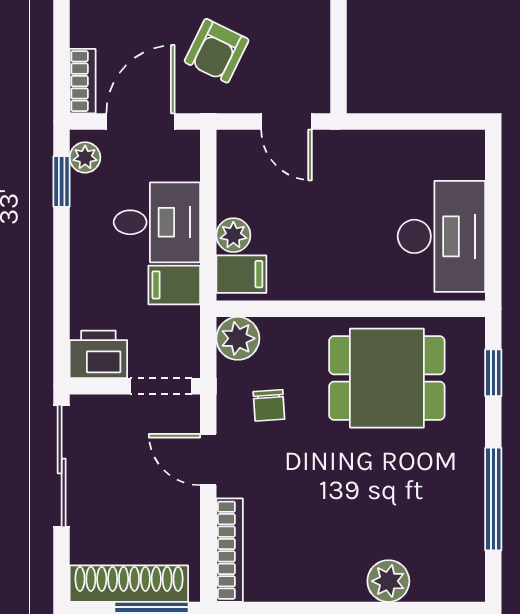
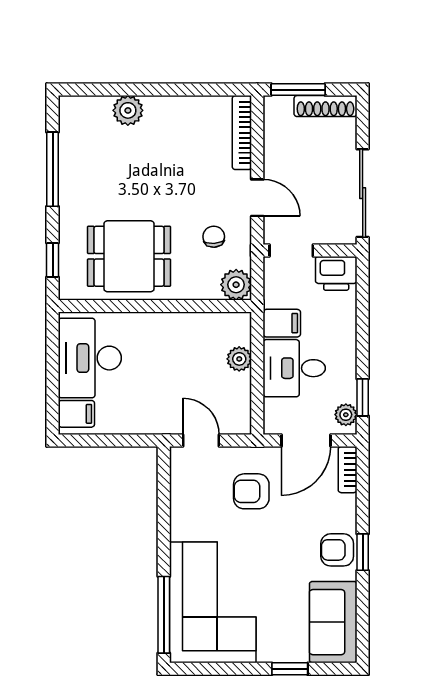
armchair: (217, 51) -> (251, 491), turned -116
filing cabinet: (241, 274) -> (76, 414), moved, turned 180
shoe rack: (129, 584) -> (325, 106), width x0.74, depth x0.81

